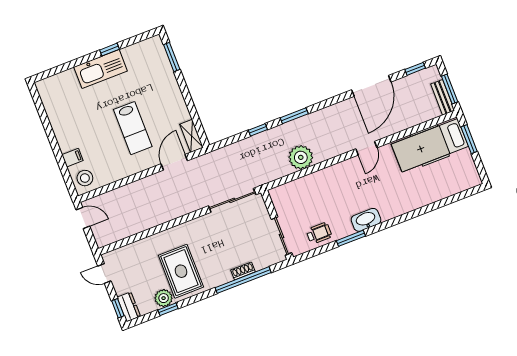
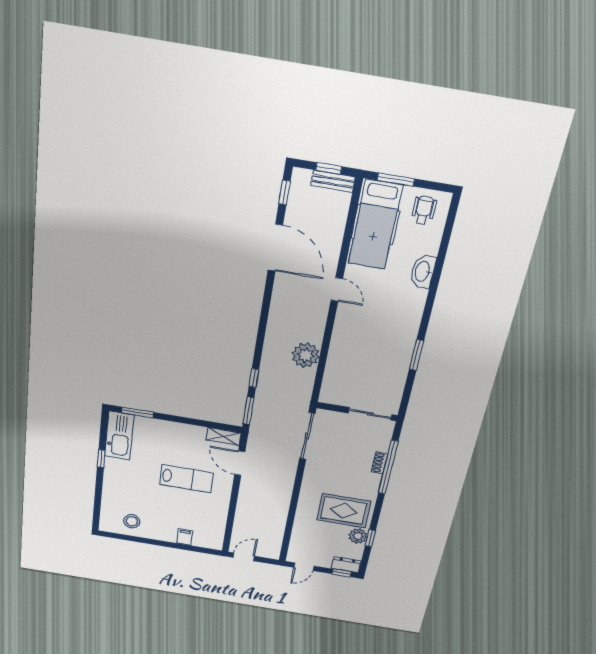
kitchen sink: (101, 69) -> (119, 436), moved
window: (450, 89) -> (329, 168), width x0.67
window: (294, 116) -> (248, 411), moved
stool: (85, 178) -> (132, 521), moved
washbasin: (366, 220) -> (423, 271), moved
wheelchair: (319, 233) -> (424, 210), moved

